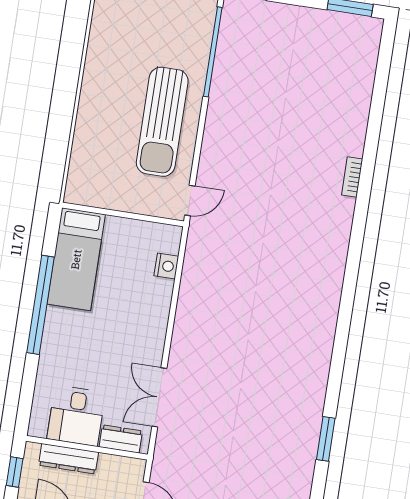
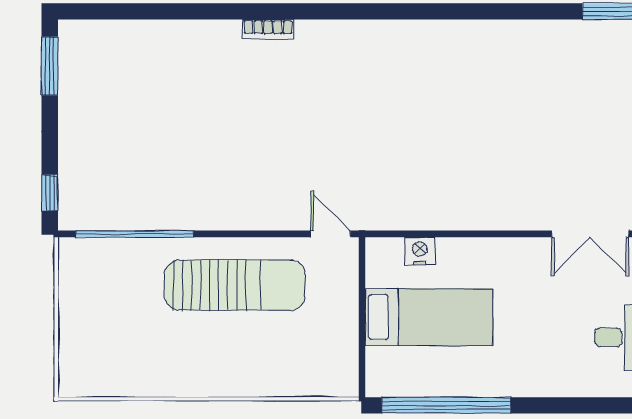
bed: (76, 259) -> (429, 317), moved
window: (41, 305) -> (446, 405), moved

